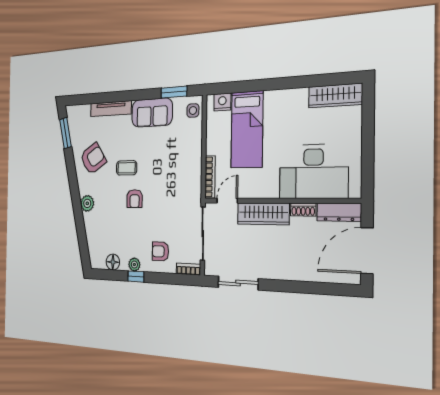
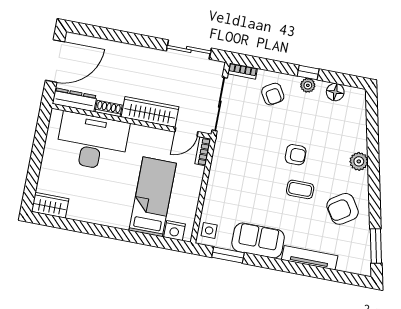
wardrobe: (335, 96) -> (50, 205), width x0.67
bookcase: (210, 177) -> (203, 151), width x0.64
armchair: (135, 199) -> (296, 155), turned 90
armchair: (160, 251) -> (273, 94), turned 59

